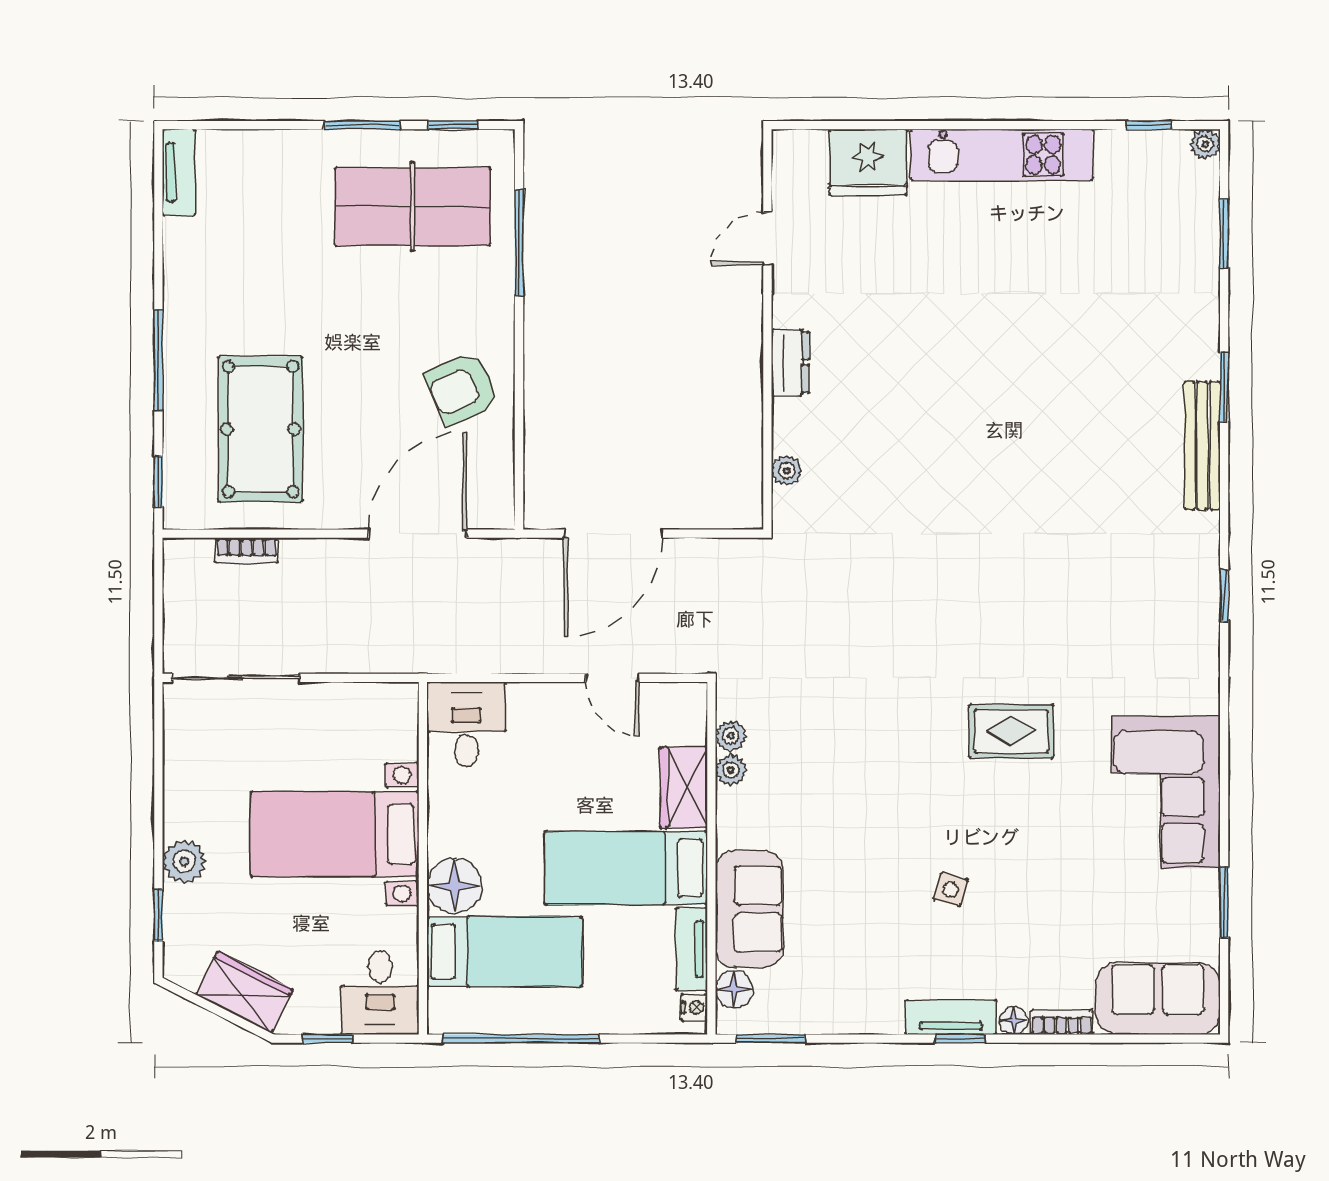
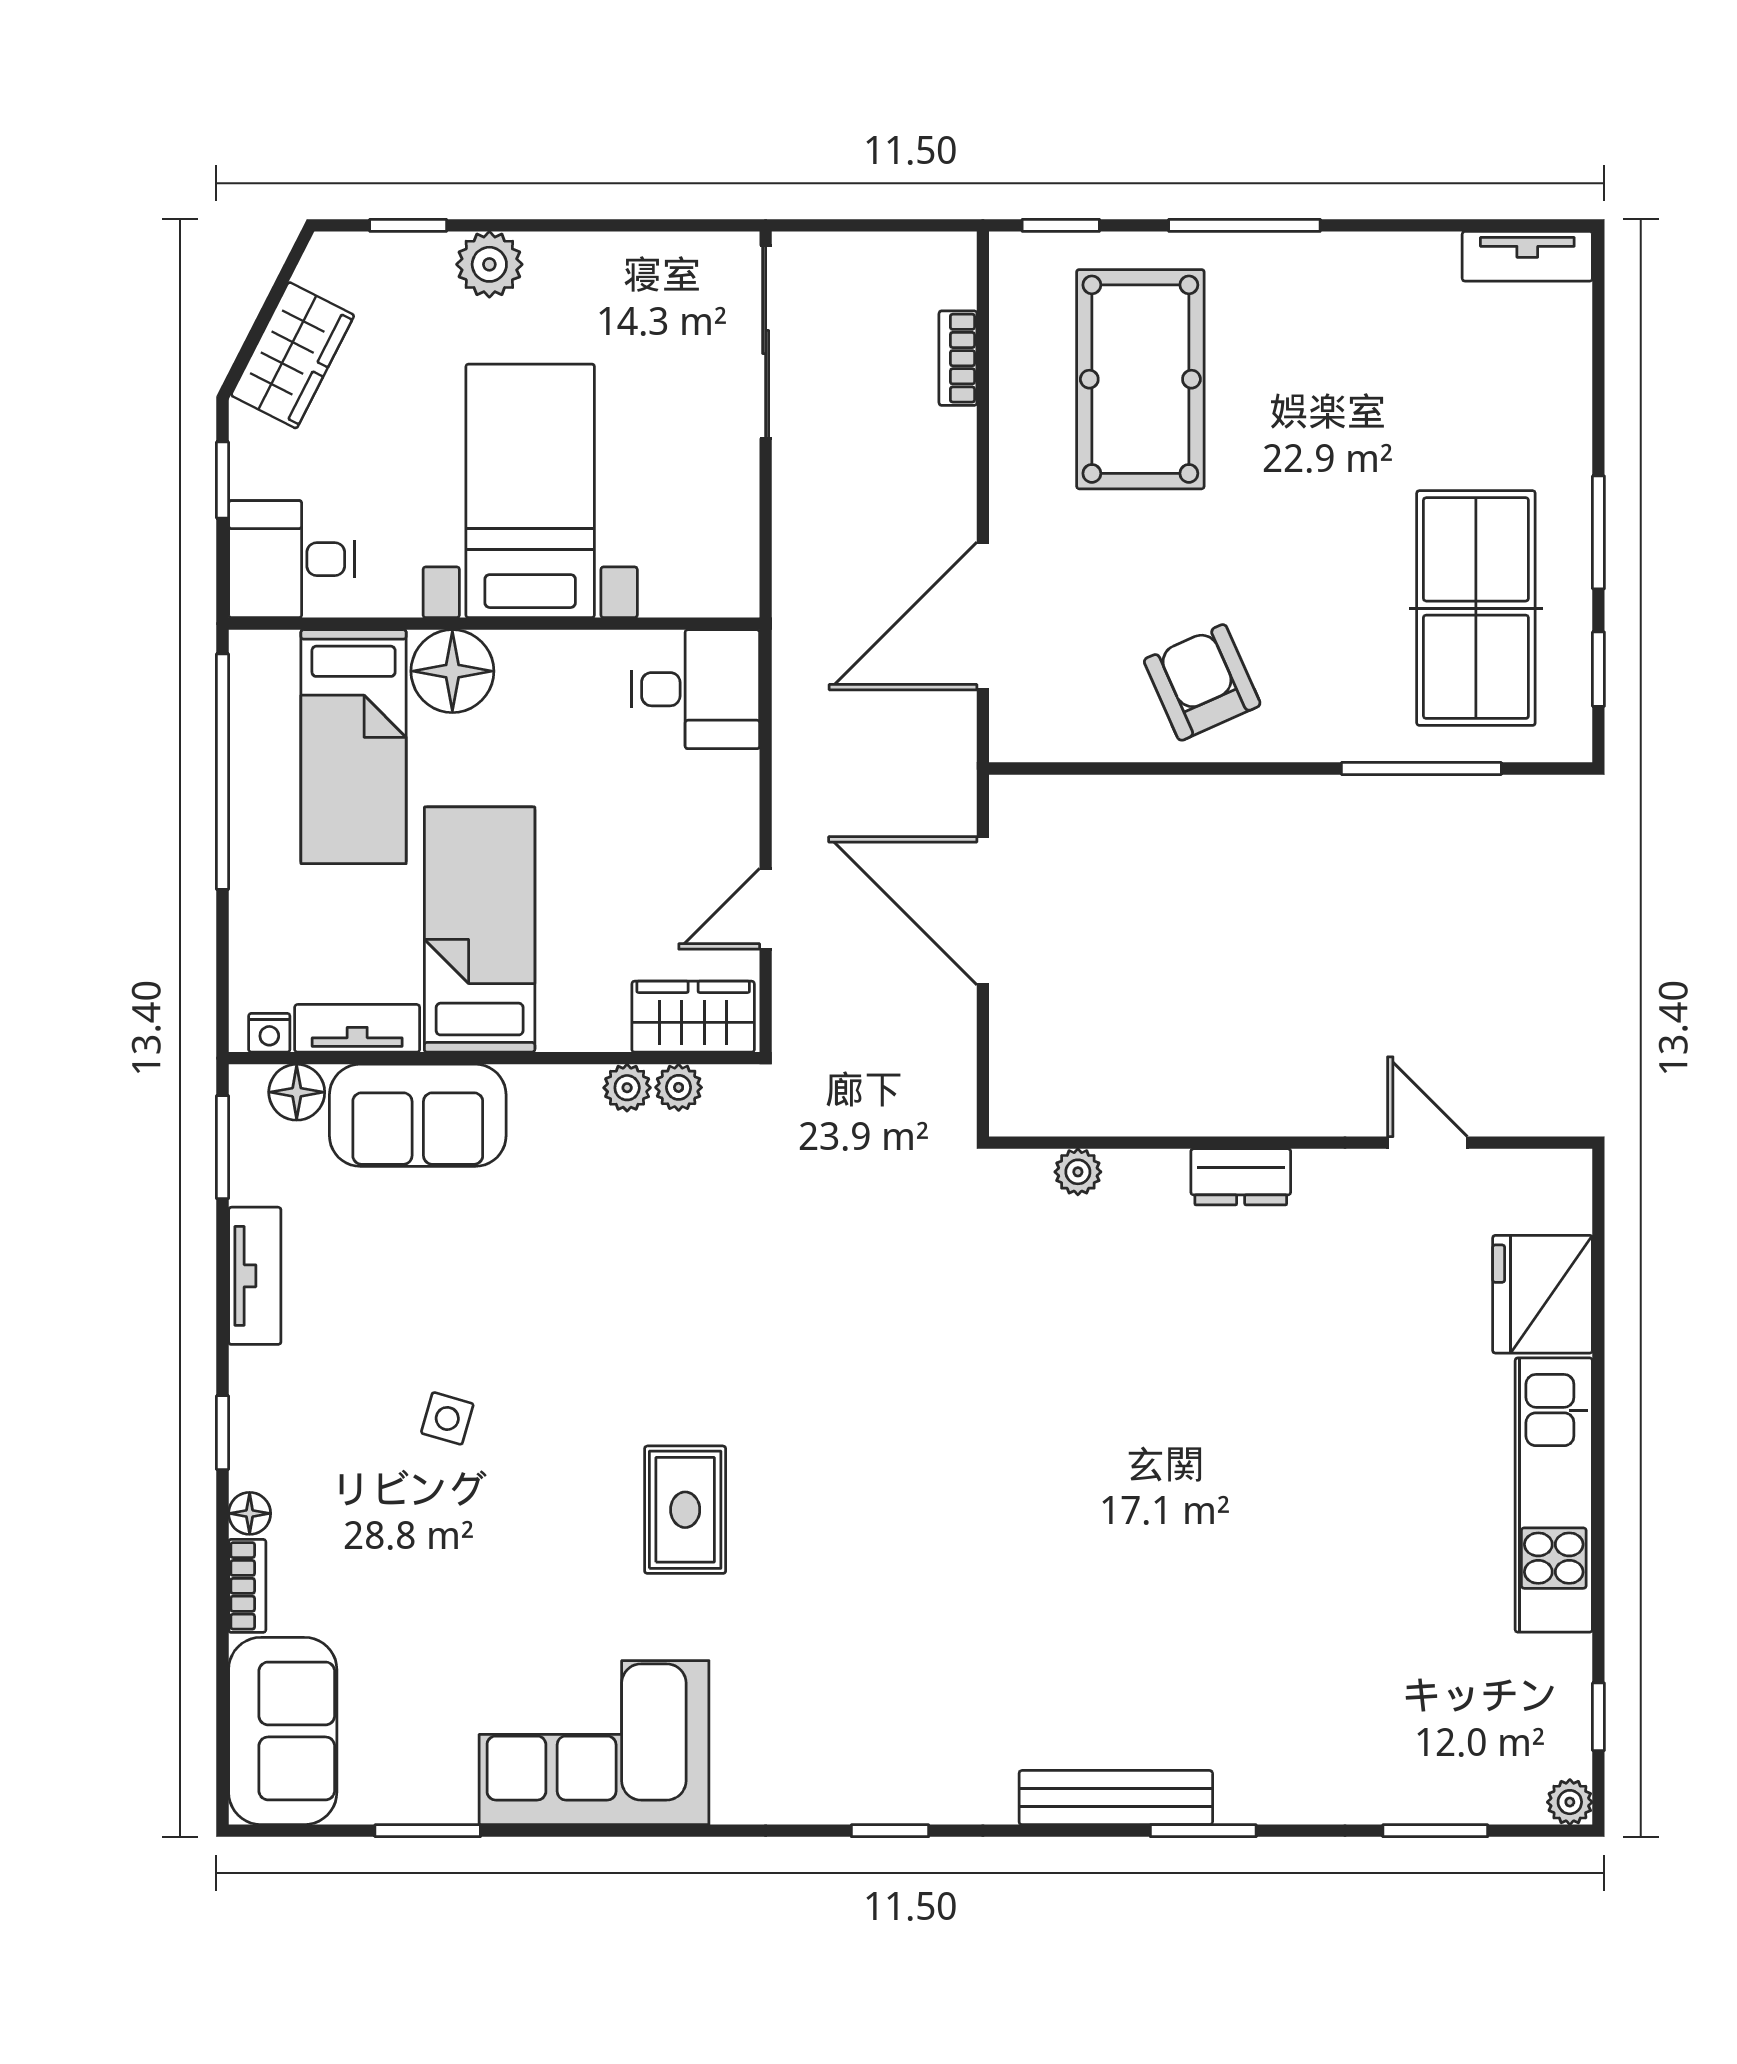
pool table: (260, 429) -> (1140, 379), turned 90
door: (418, 534) -> (983, 616), swing flipped
wardrobe: (684, 787) -> (693, 1017), moved
tv unit: (951, 1017) -> (255, 1276), moved

